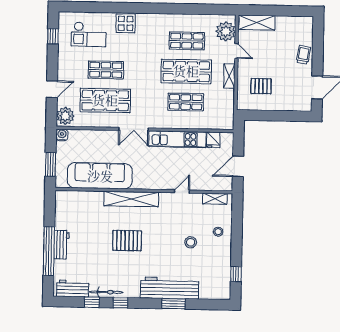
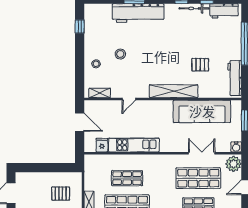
double door: (134, 129) -> (202, 153), moved
door: (238, 166) -> (80, 122), hinge flipped
pallet: (127, 241) -> (200, 65), moved, width x0.67, depth x0.71
workbench: (61, 245) -> (235, 78), moved, width x1.38

